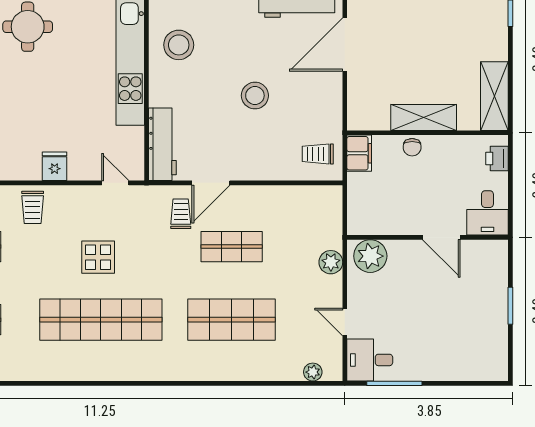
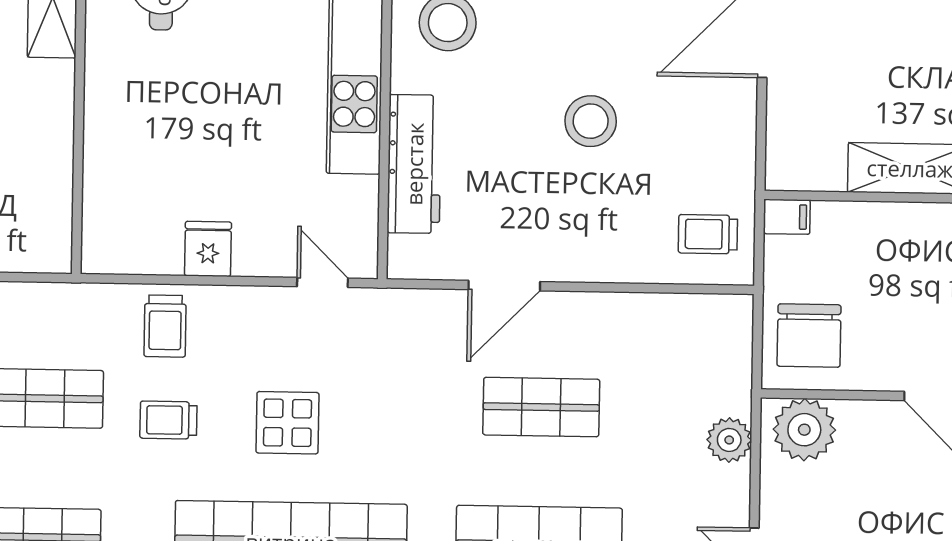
workbench: (162, 144) -> (414, 164), moved
chair: (412, 147) -> (809, 336), moved, width x1.87, depth x1.87
filing cabinet: (359, 153) -> (787, 217), width x0.50
trolley: (181, 214) -> (168, 420), moved, turned -90

